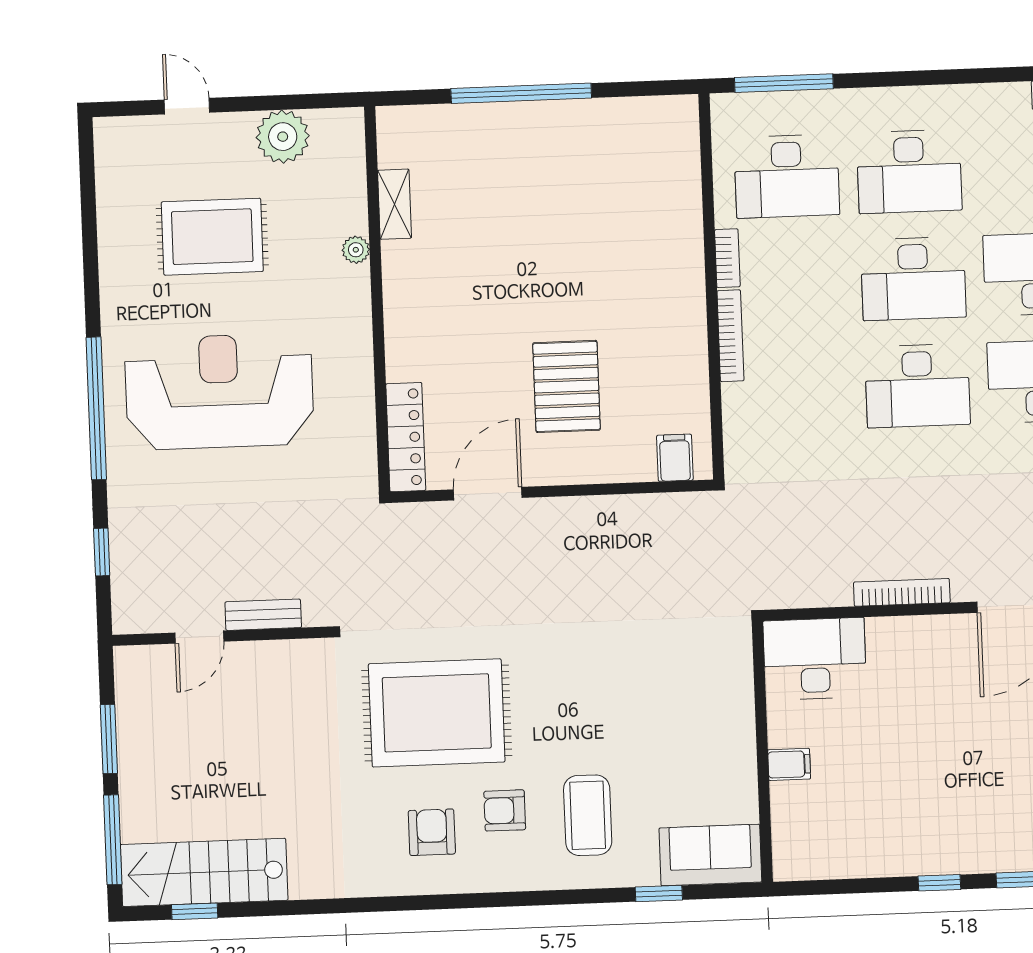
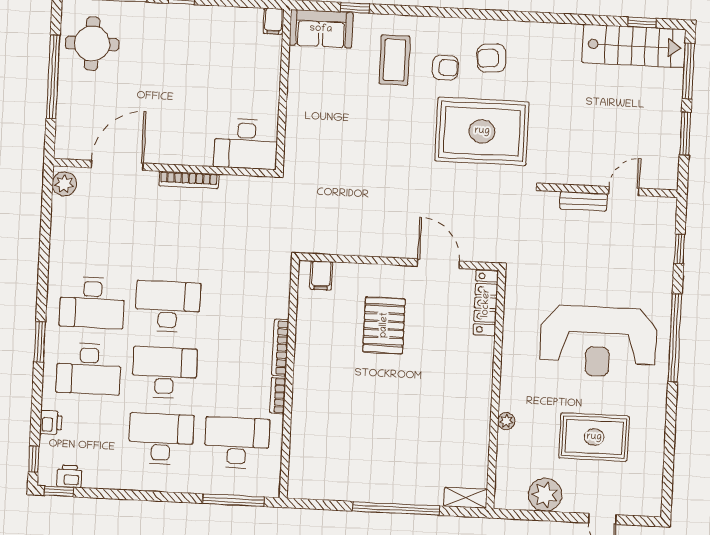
shelving: (395, 204) -> (465, 498), moved, turned 90
door: (488, 494) -> (438, 264), swing flipped
filing cabinet: (789, 764) -> (273, 21), moved, turned -90
armchair: (432, 832) -> (491, 58), turned 85

